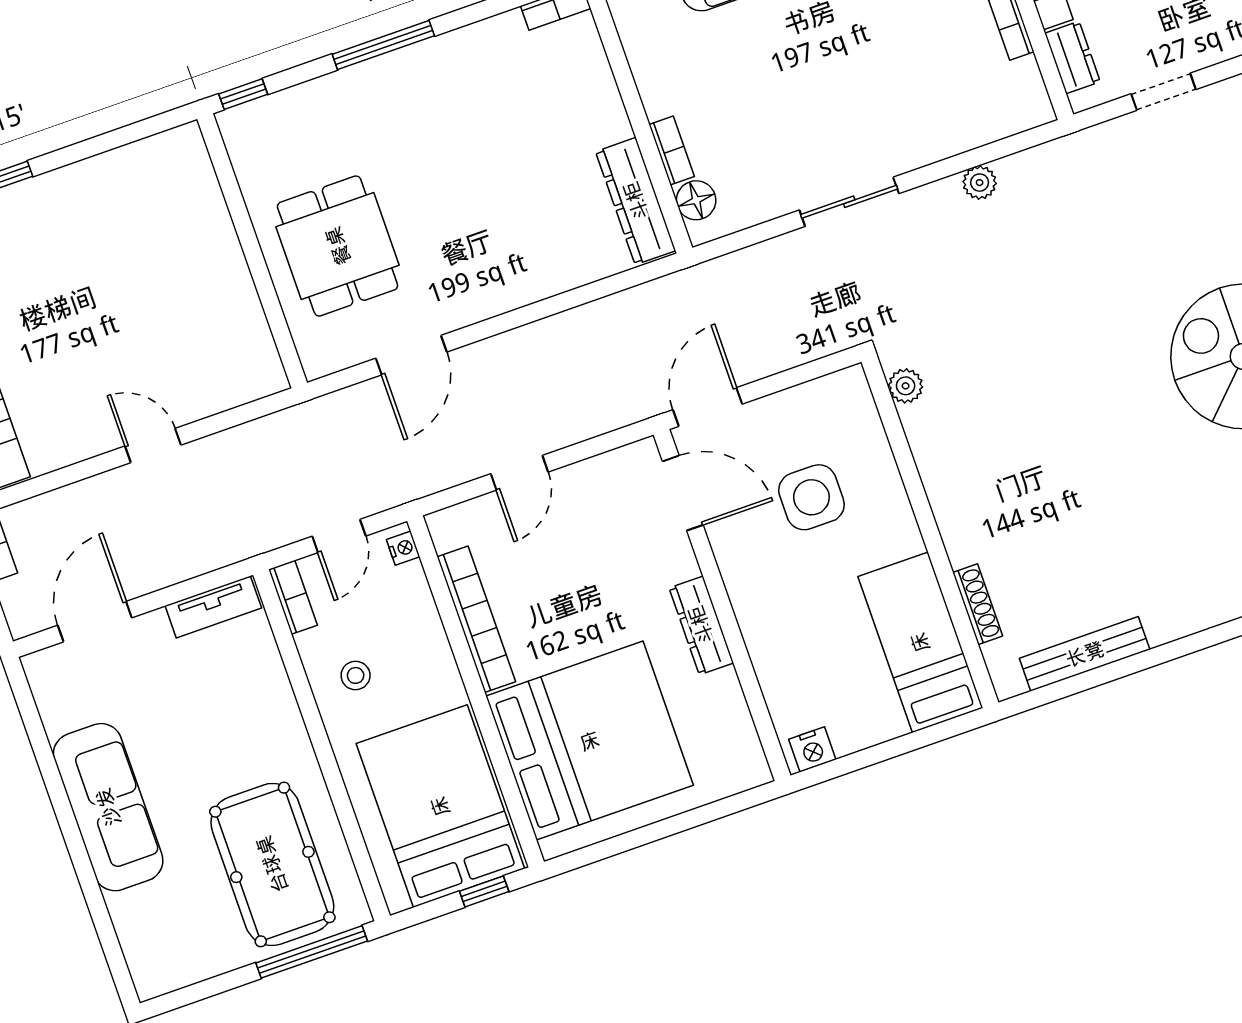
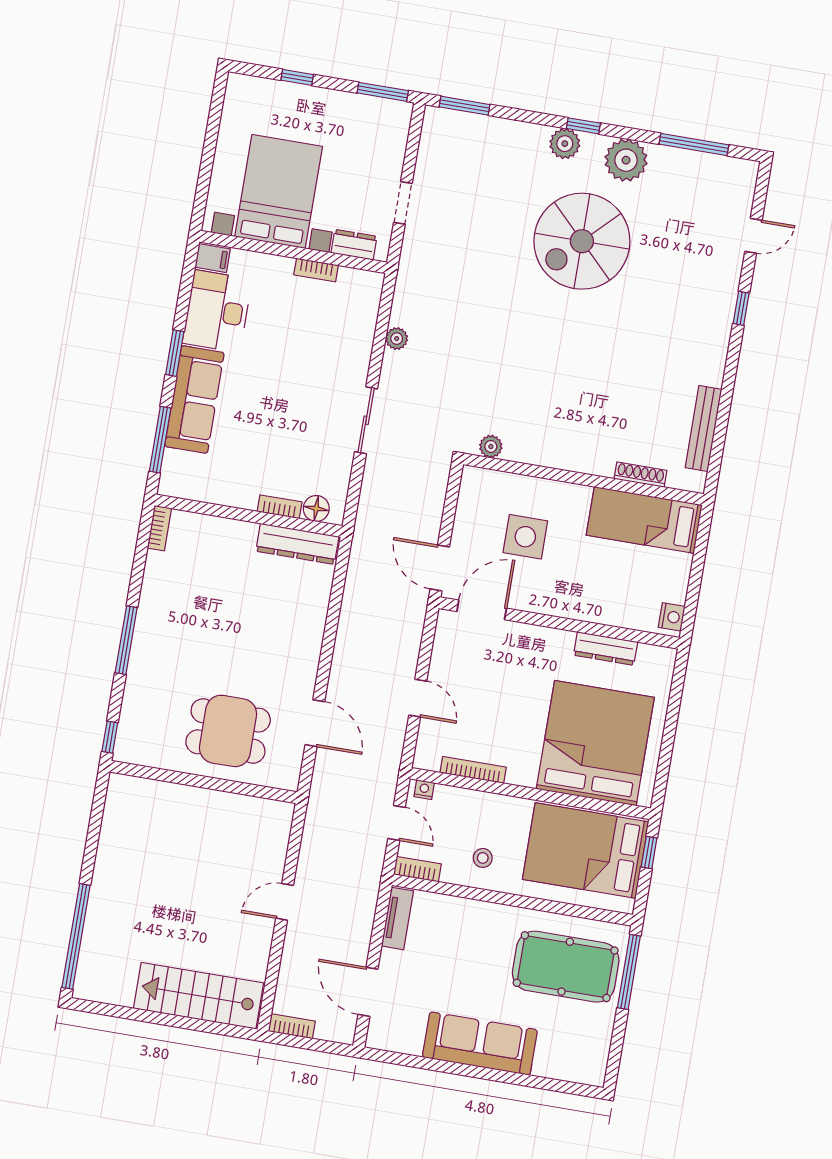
bookcase: (476, 619) -> (473, 770), width x0.68, depth x0.76
dresser: (701, 625) -> (606, 648), moved

